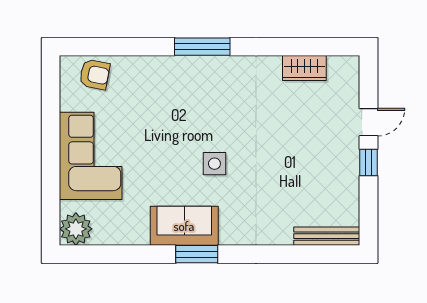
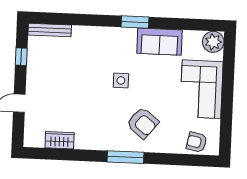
armchair: (178, 100) -> (143, 123), added
window: (369, 163) -> (21, 57), moved
sofa: (184, 226) -> (160, 42), moved

